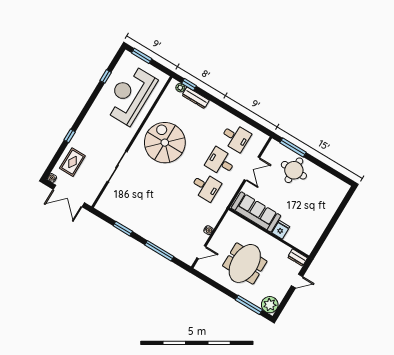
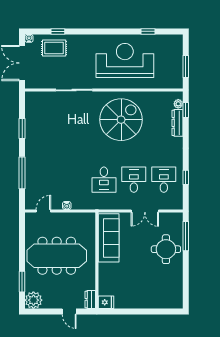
window: (142, 56) -> (186, 66), moved
reception desk: (130, 95) -> (125, 61), moved
window: (245, 118) -> (186, 177), added
window: (70, 136) -> (58, 31), moved
desk: (236, 137) -> (164, 180), turned 180
fridge: (281, 230) -> (106, 302), moved
door: (201, 252) -> (43, 211), swing flipped
meeting table: (245, 263) -> (57, 256), width x1.36
window: (249, 305) -> (22, 282), width x0.69

